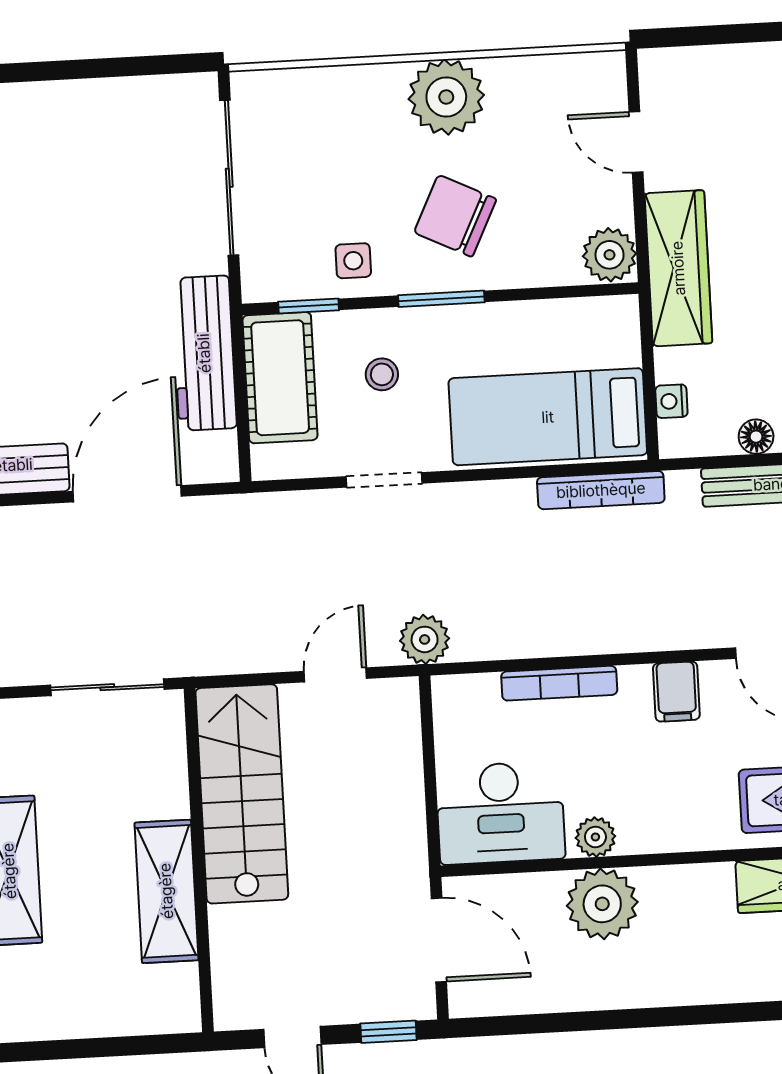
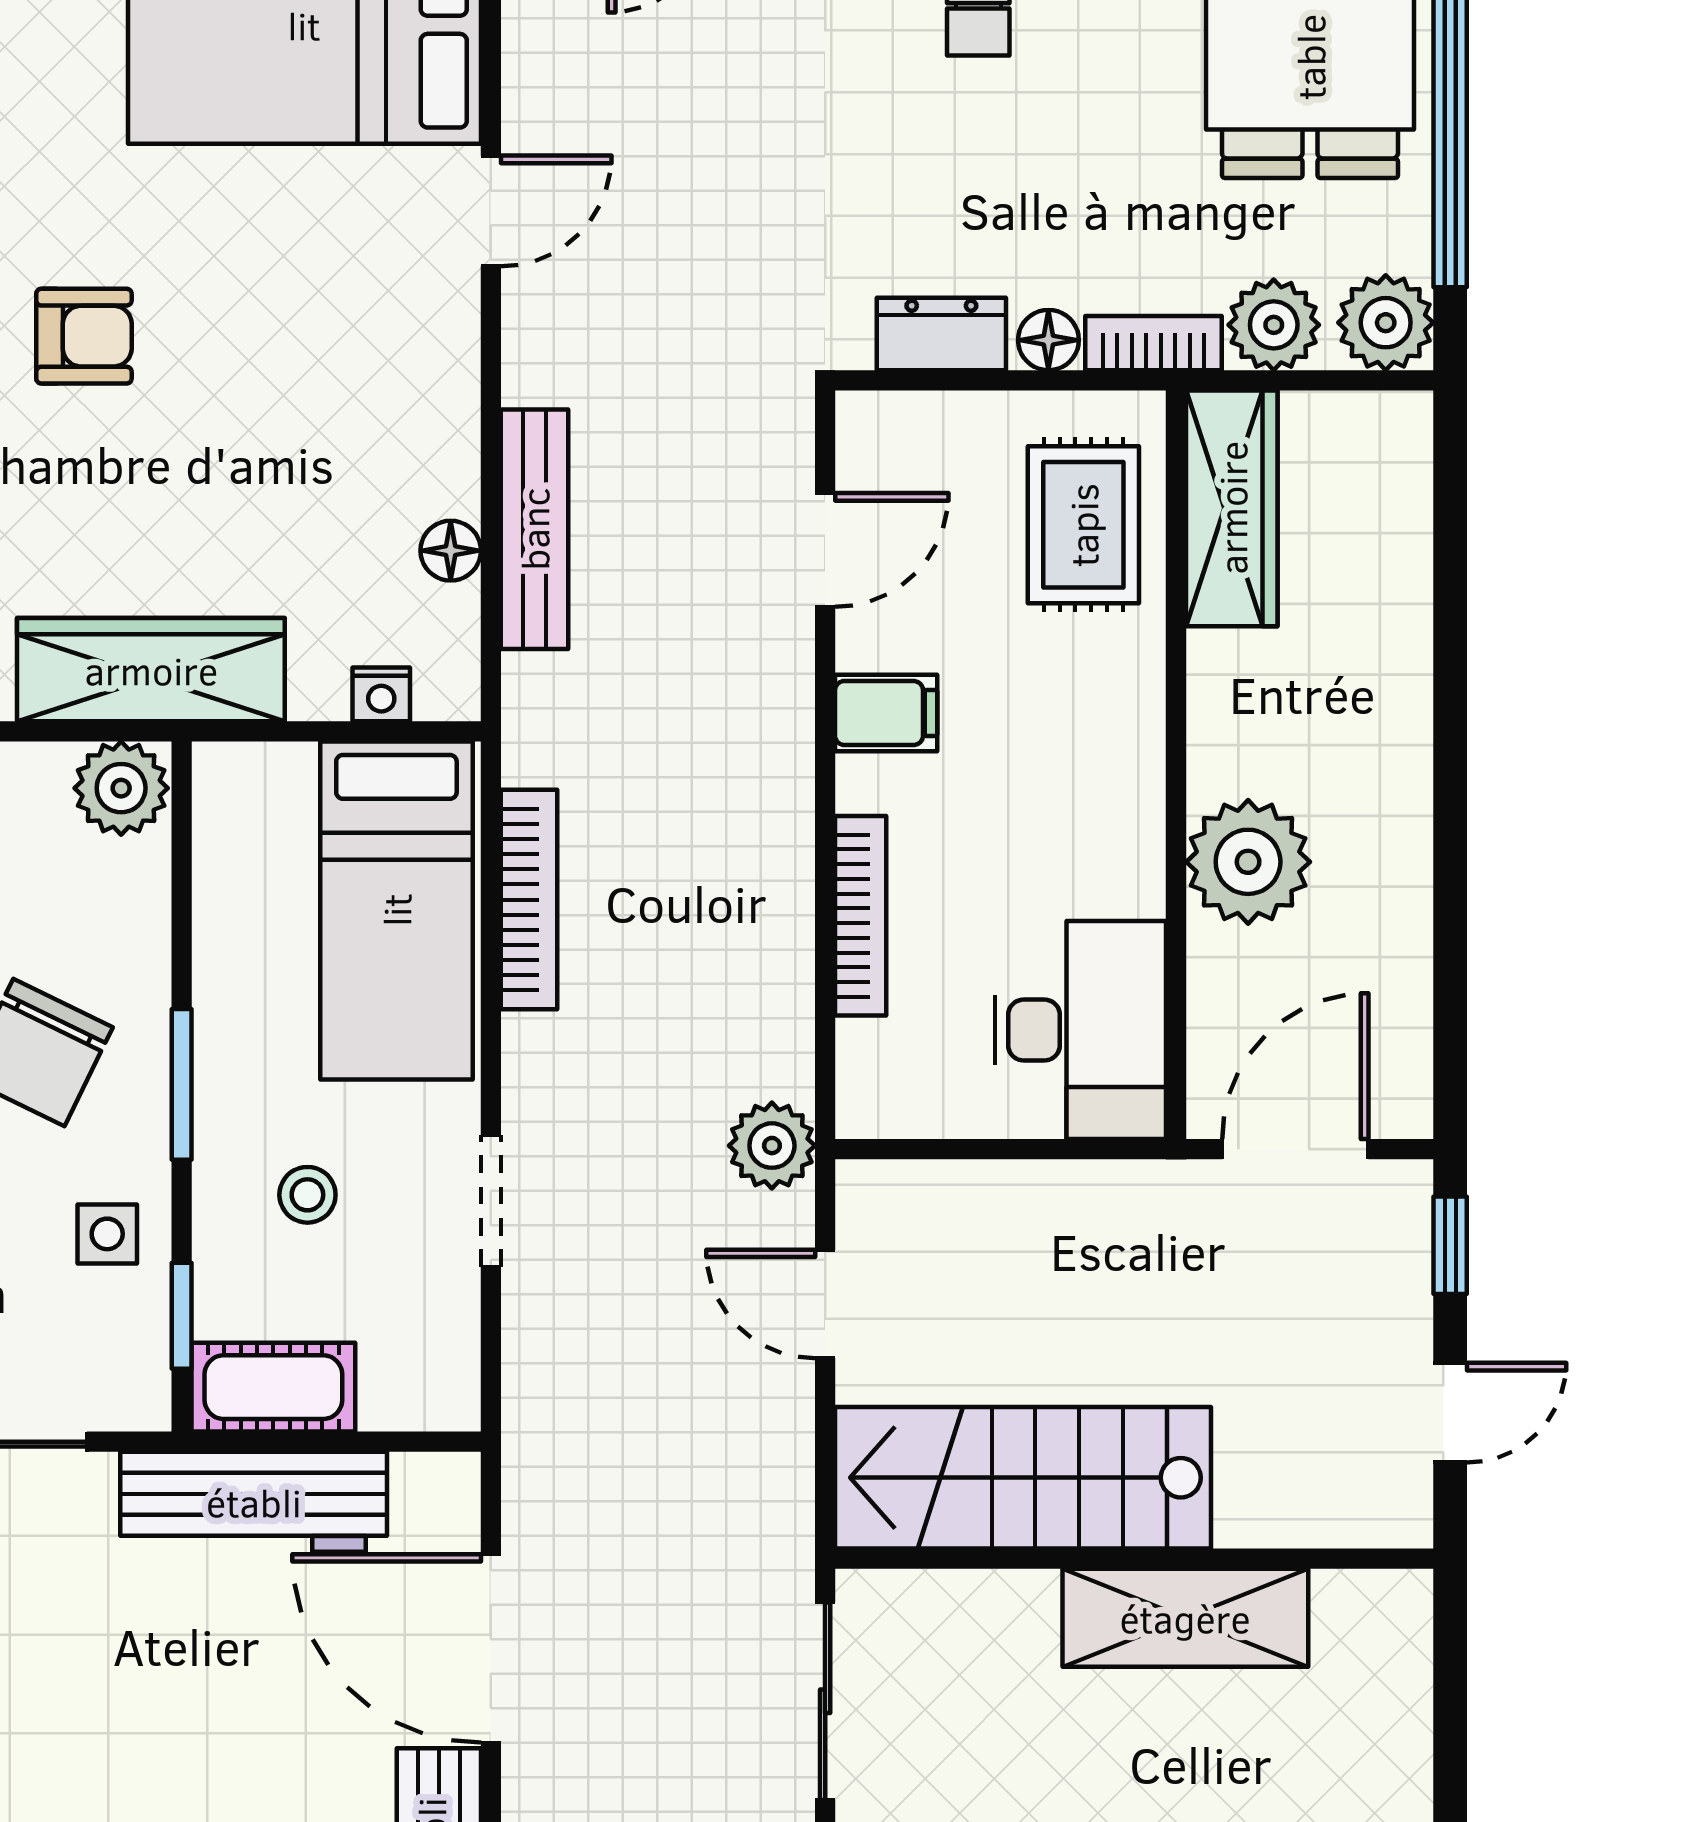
cot: (280, 378) -> (273, 1387), width x0.73, depth x0.75
bookcase: (601, 490) -> (529, 900), moved
plant: (595, 837) -> (1131, 867), removed

